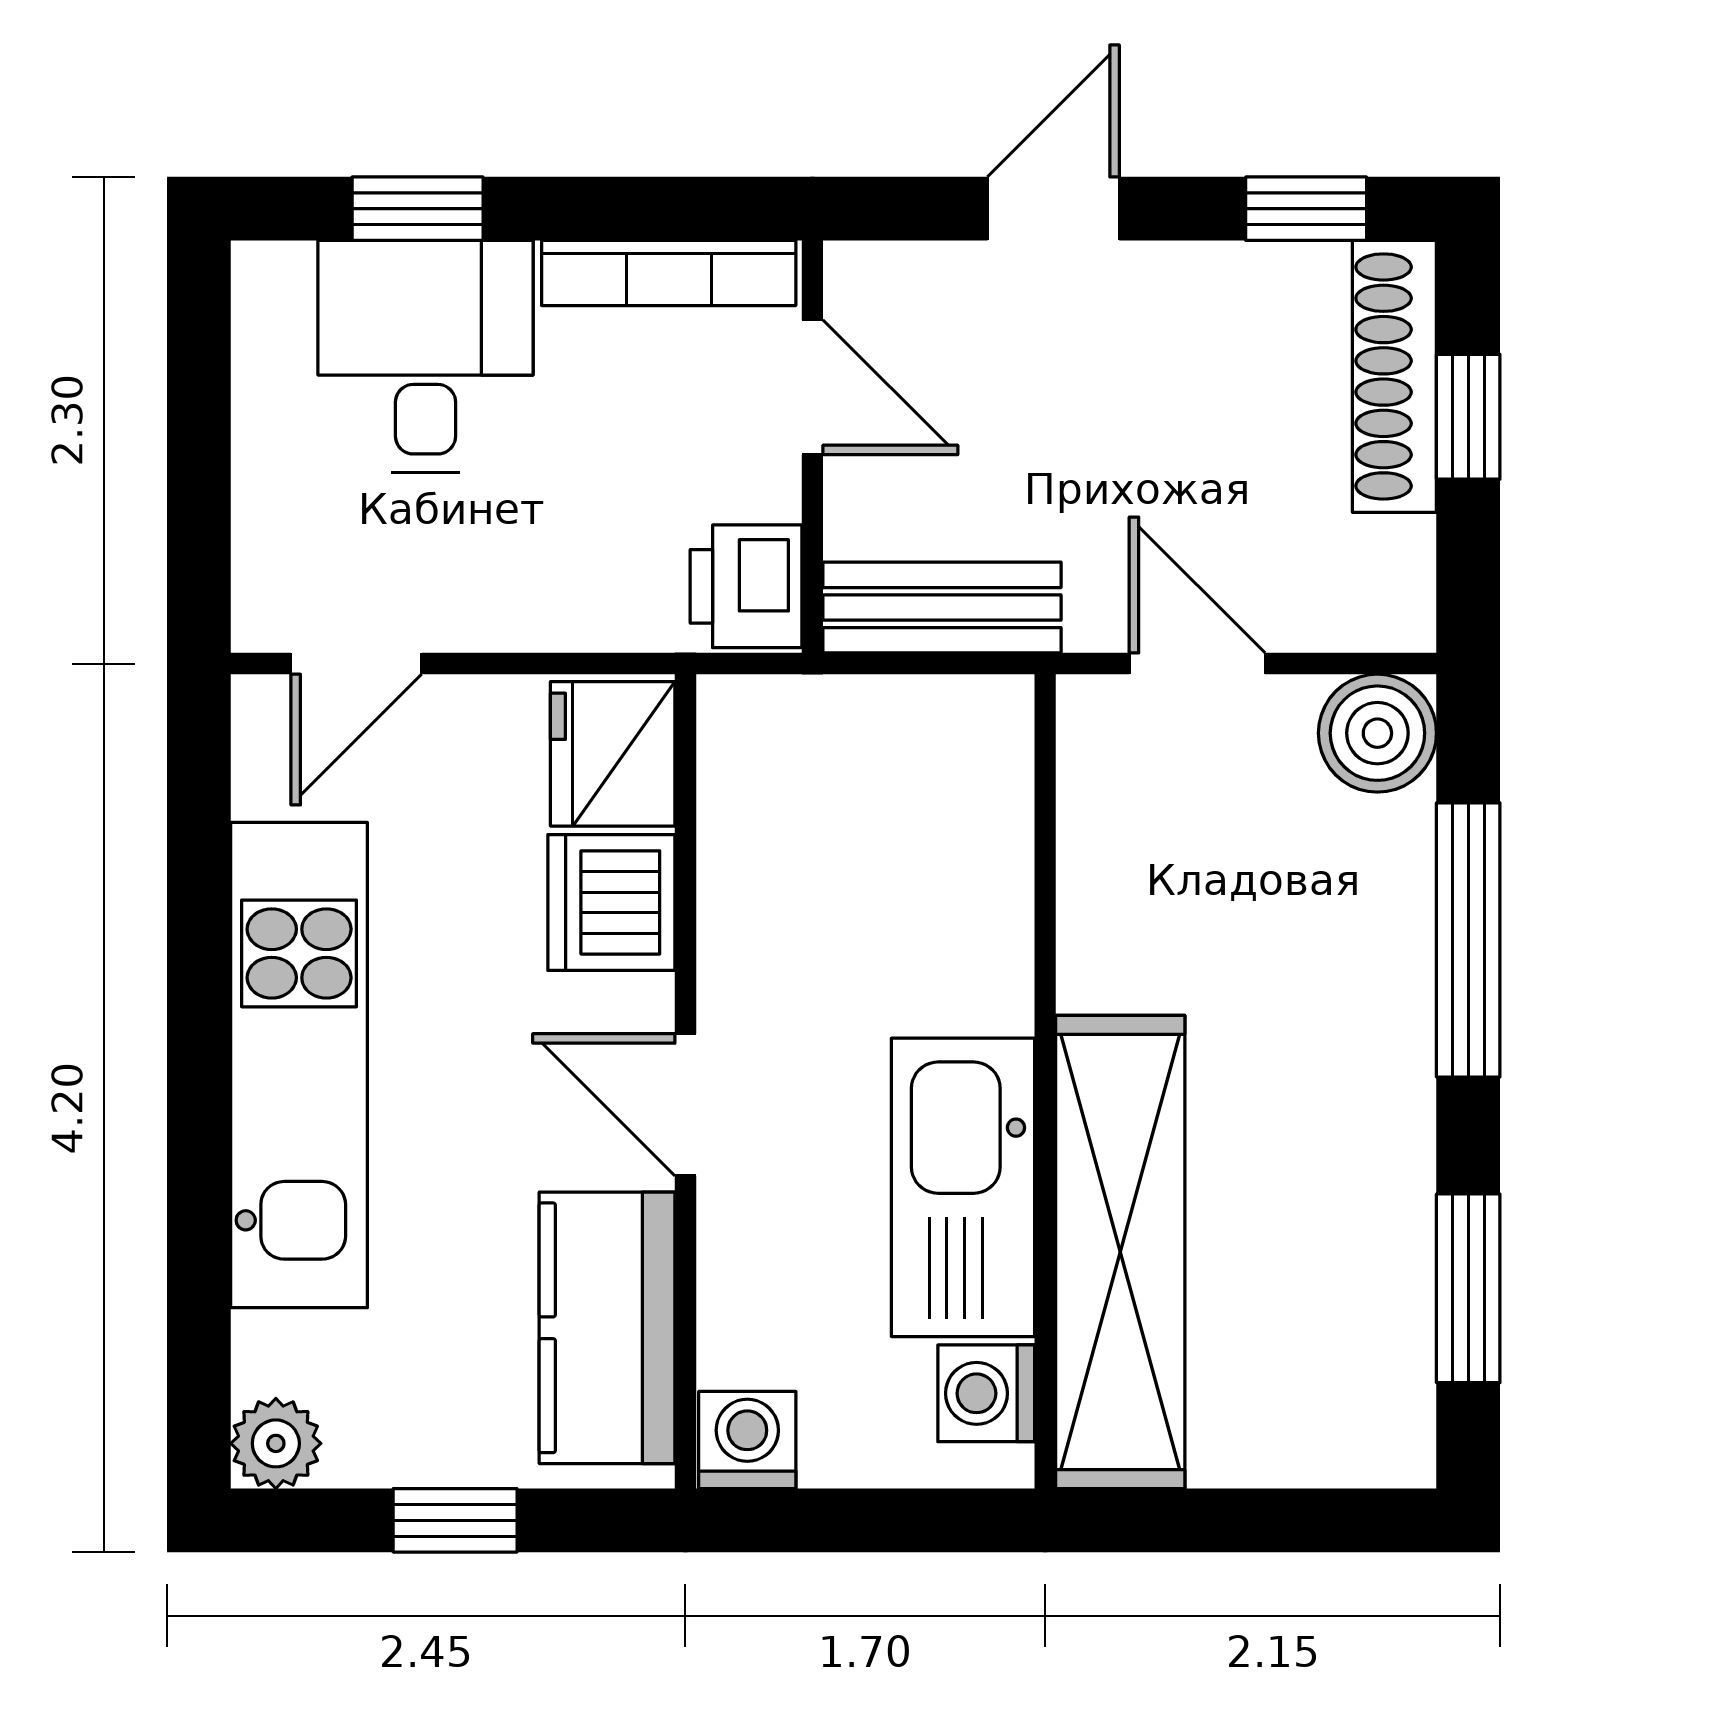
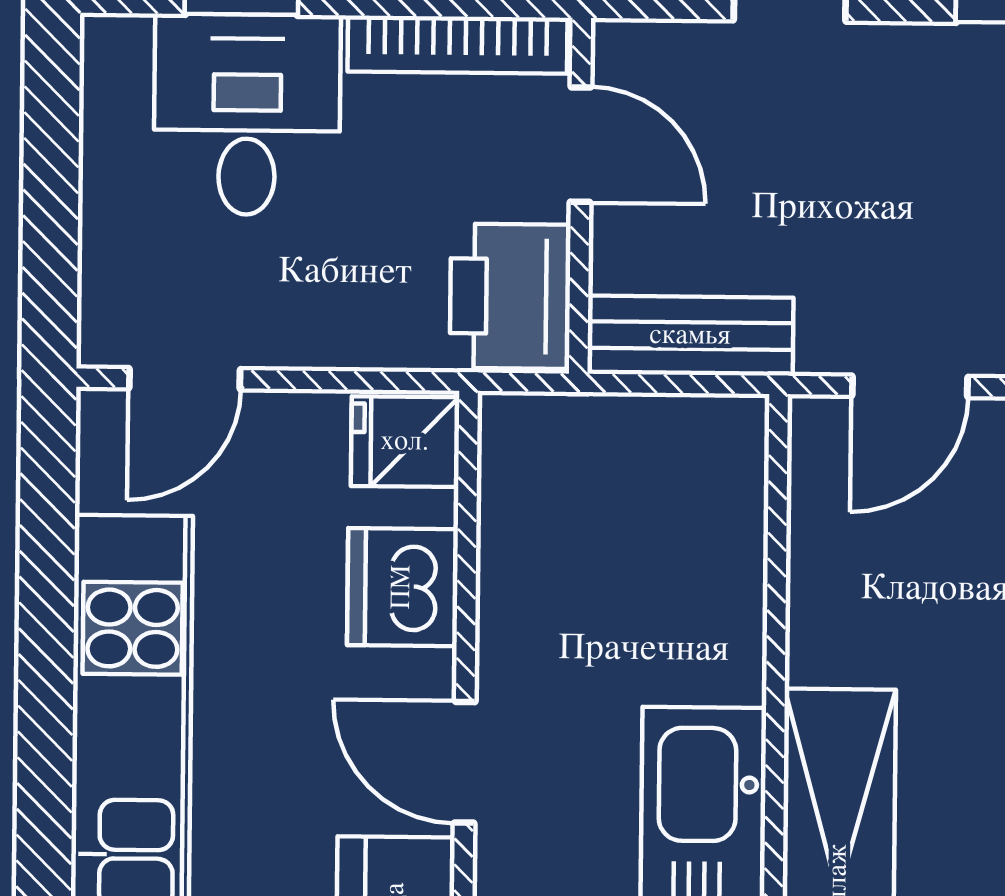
printer: (746, 586) -> (510, 296), width x1.36, depth x1.24
door: (1197, 664) -> (910, 386), swing flipped
fridge: (613, 754) -> (405, 442), width x0.72

